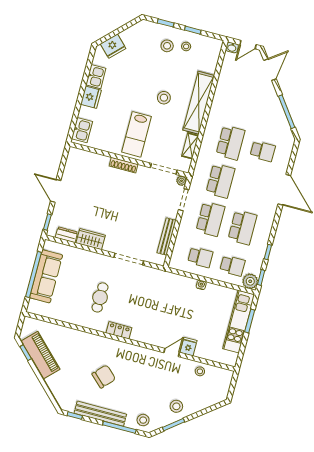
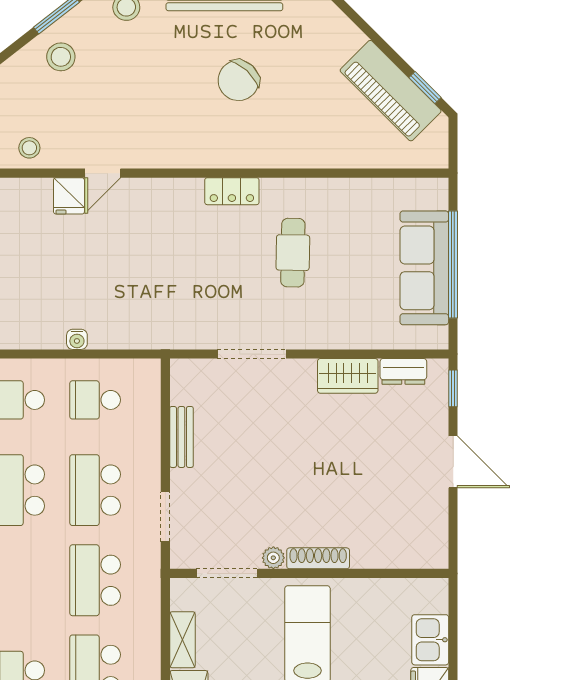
kitchen sink: (82, 130) -> (430, 640), moved
plant: (182, 181) -> (273, 558), moved
bench: (167, 237) -> (181, 437), width x0.73

